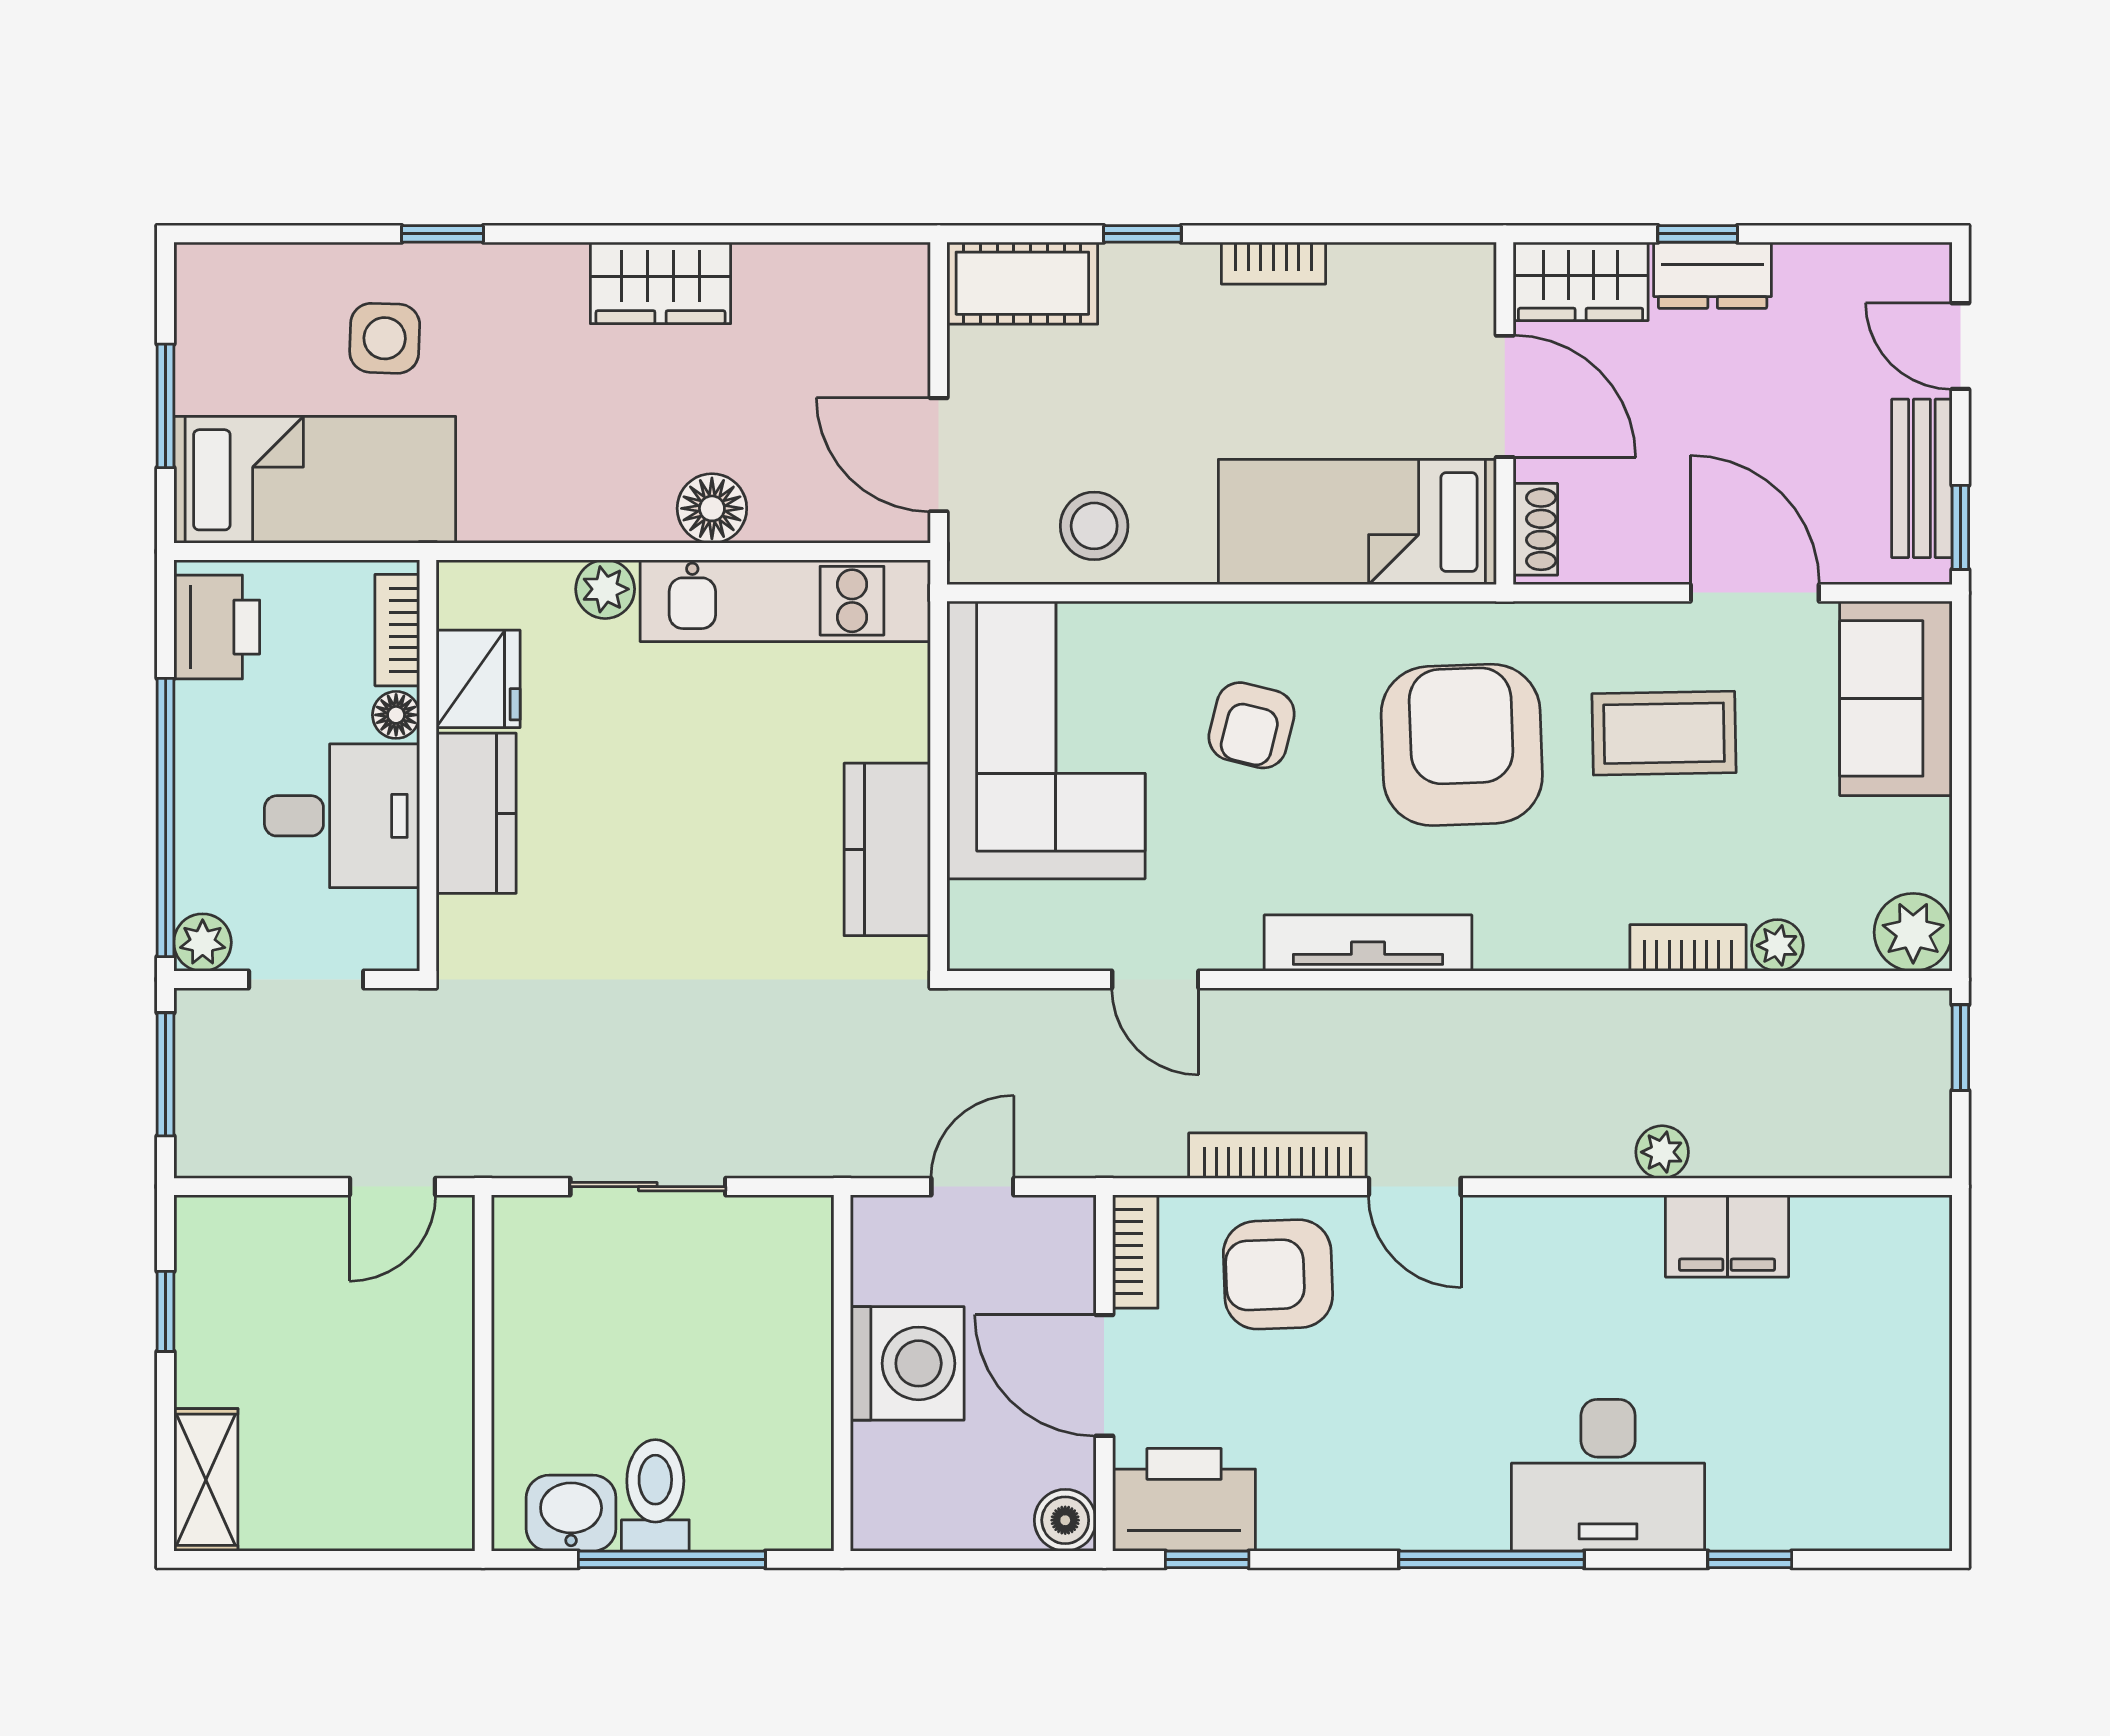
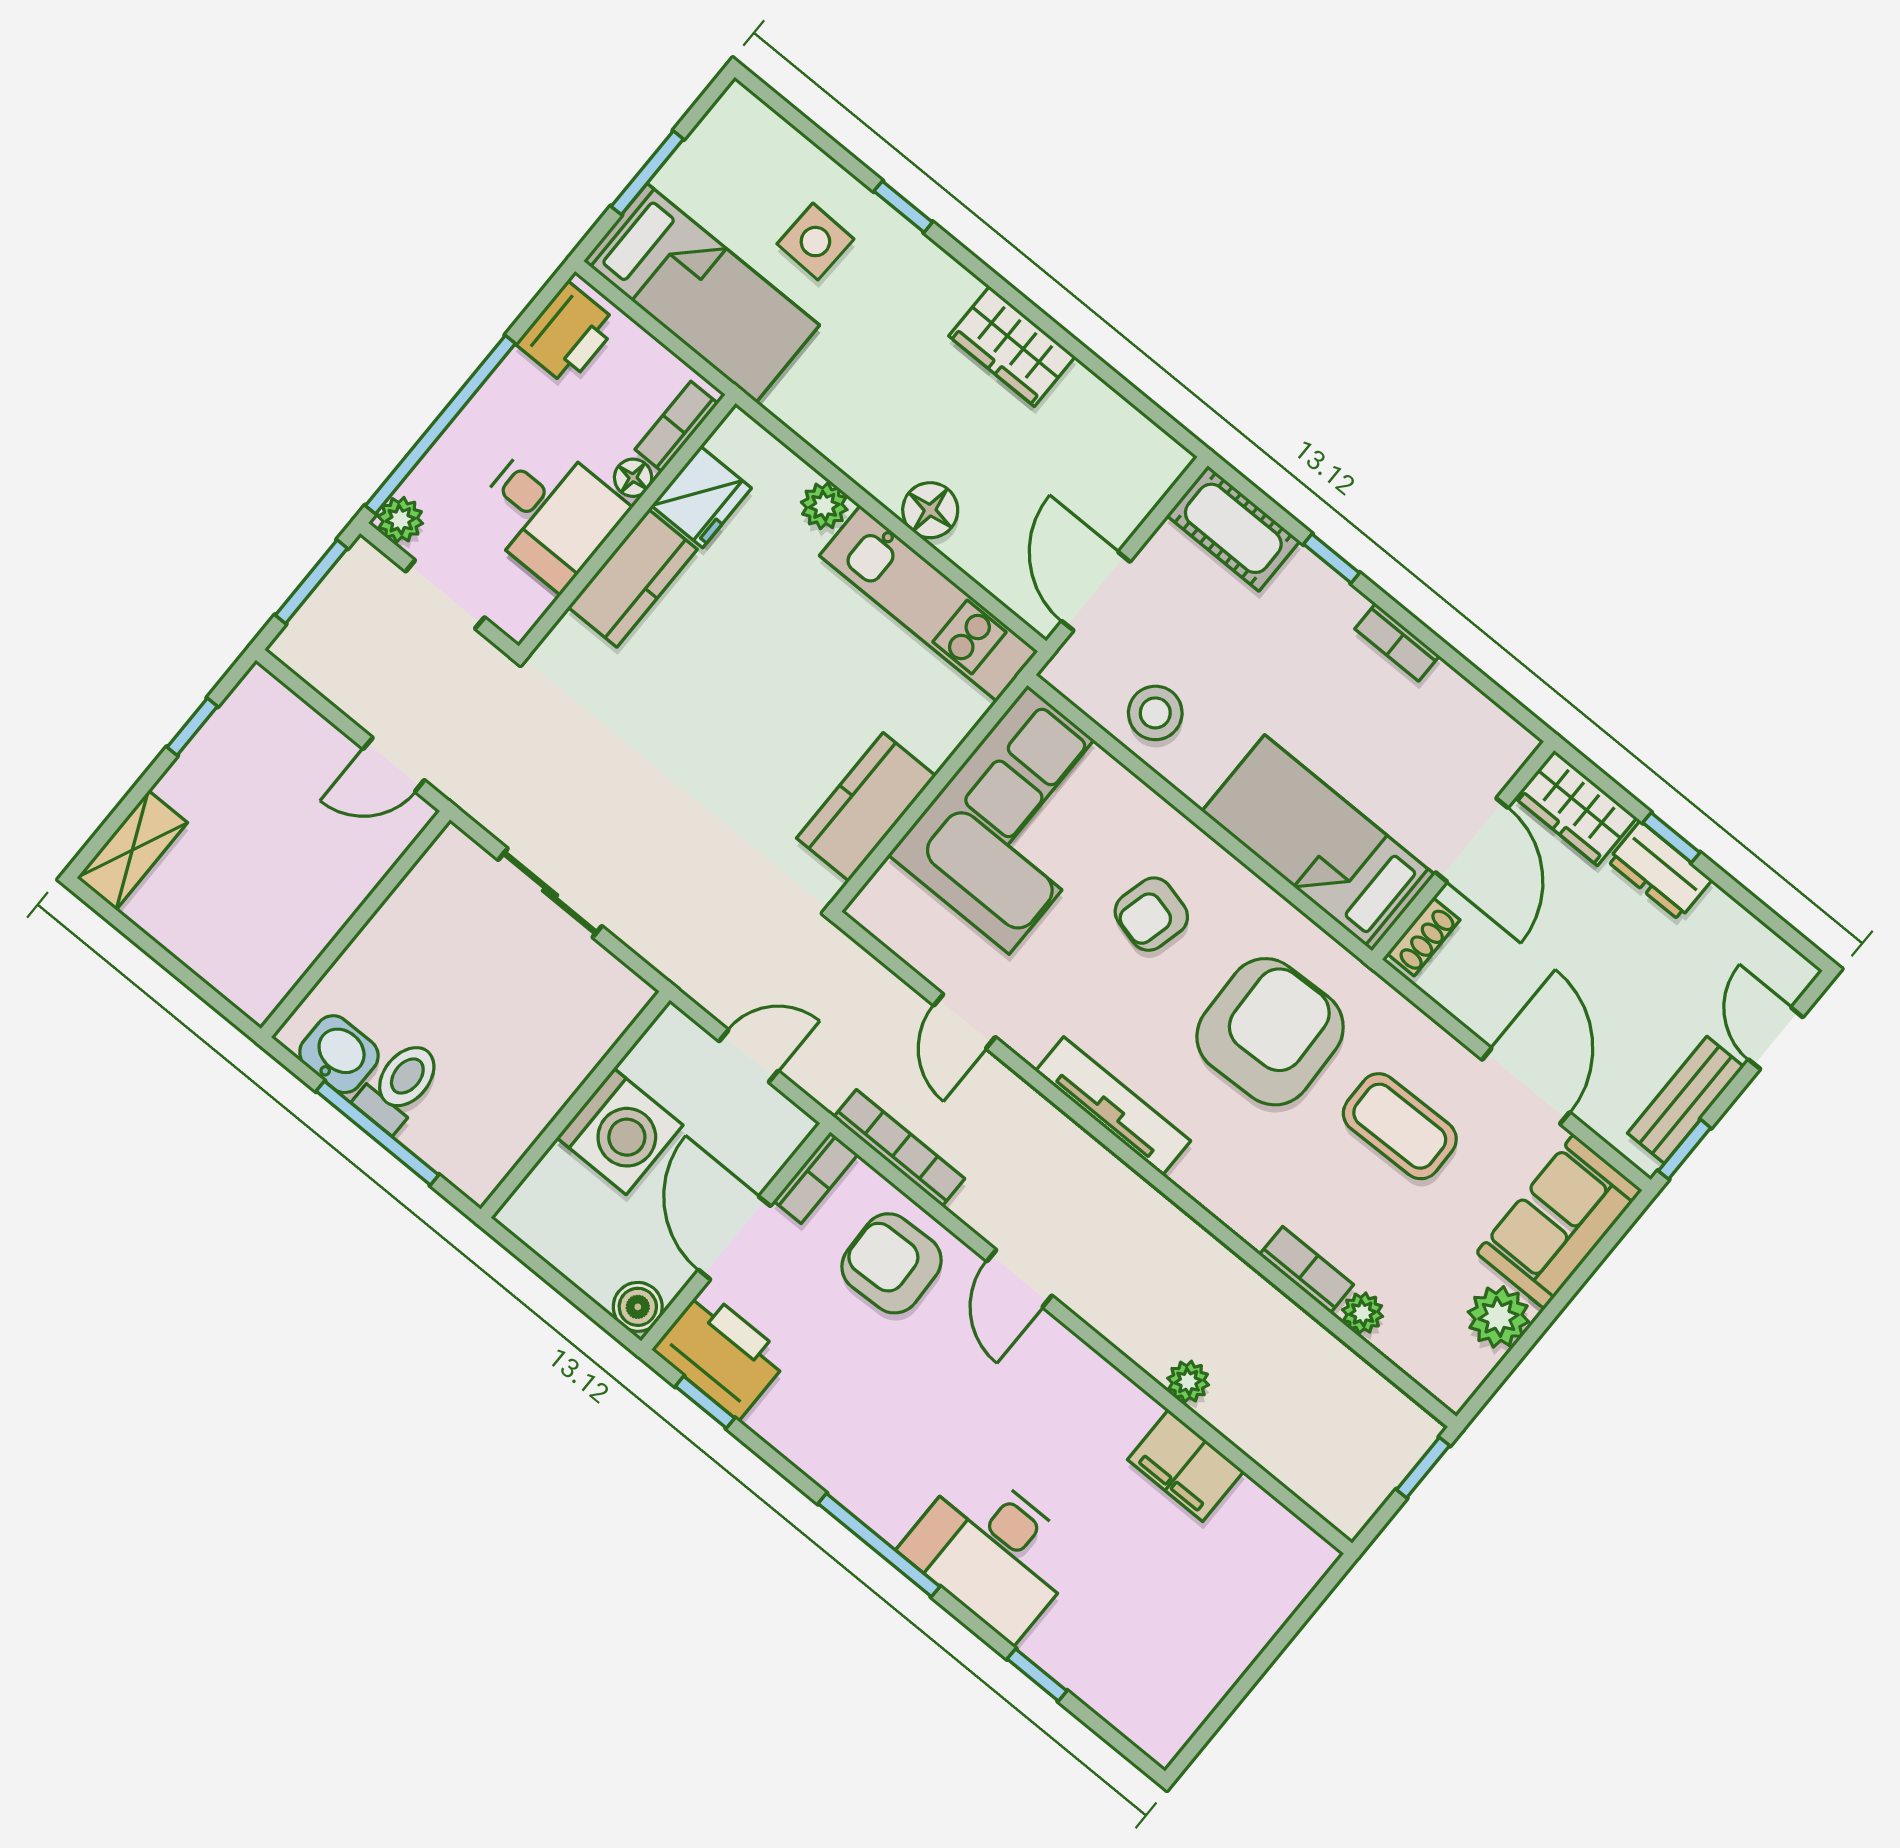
plant: (1913, 932) -> (1498, 1317), moved
bookcase: (1277, 1156) -> (899, 1148), moved

